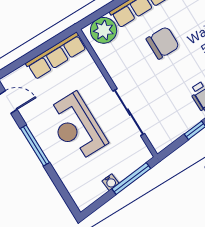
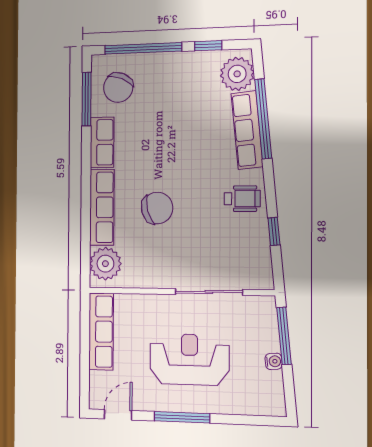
chair: (163, 43) -> (157, 208), turned 75
reception desk: (76, 127) -> (189, 359), turned 180

